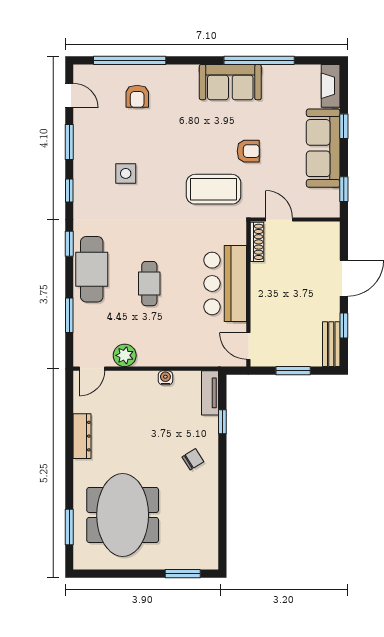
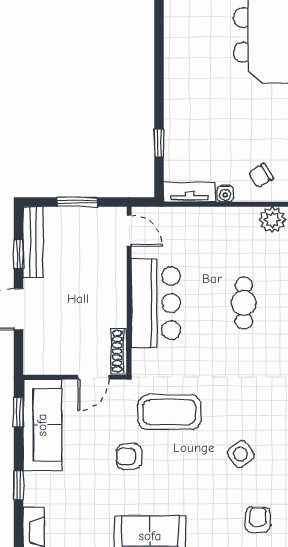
sofa: (323, 148) -> (42, 425), moved
side table: (126, 173) -> (241, 454), moved, turned -37
door: (279, 220) -> (94, 377), hinge flipped
bench: (331, 344) -> (33, 242), width x1.36
tv unit: (210, 393) -> (189, 192), moved, turned -90
chair: (193, 459) -> (261, 176), moved

